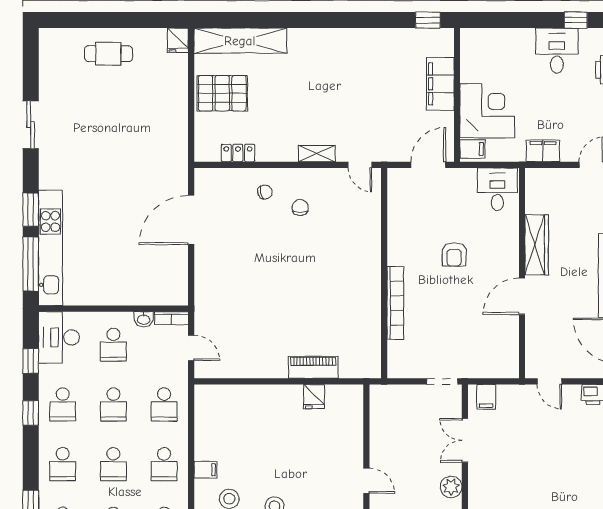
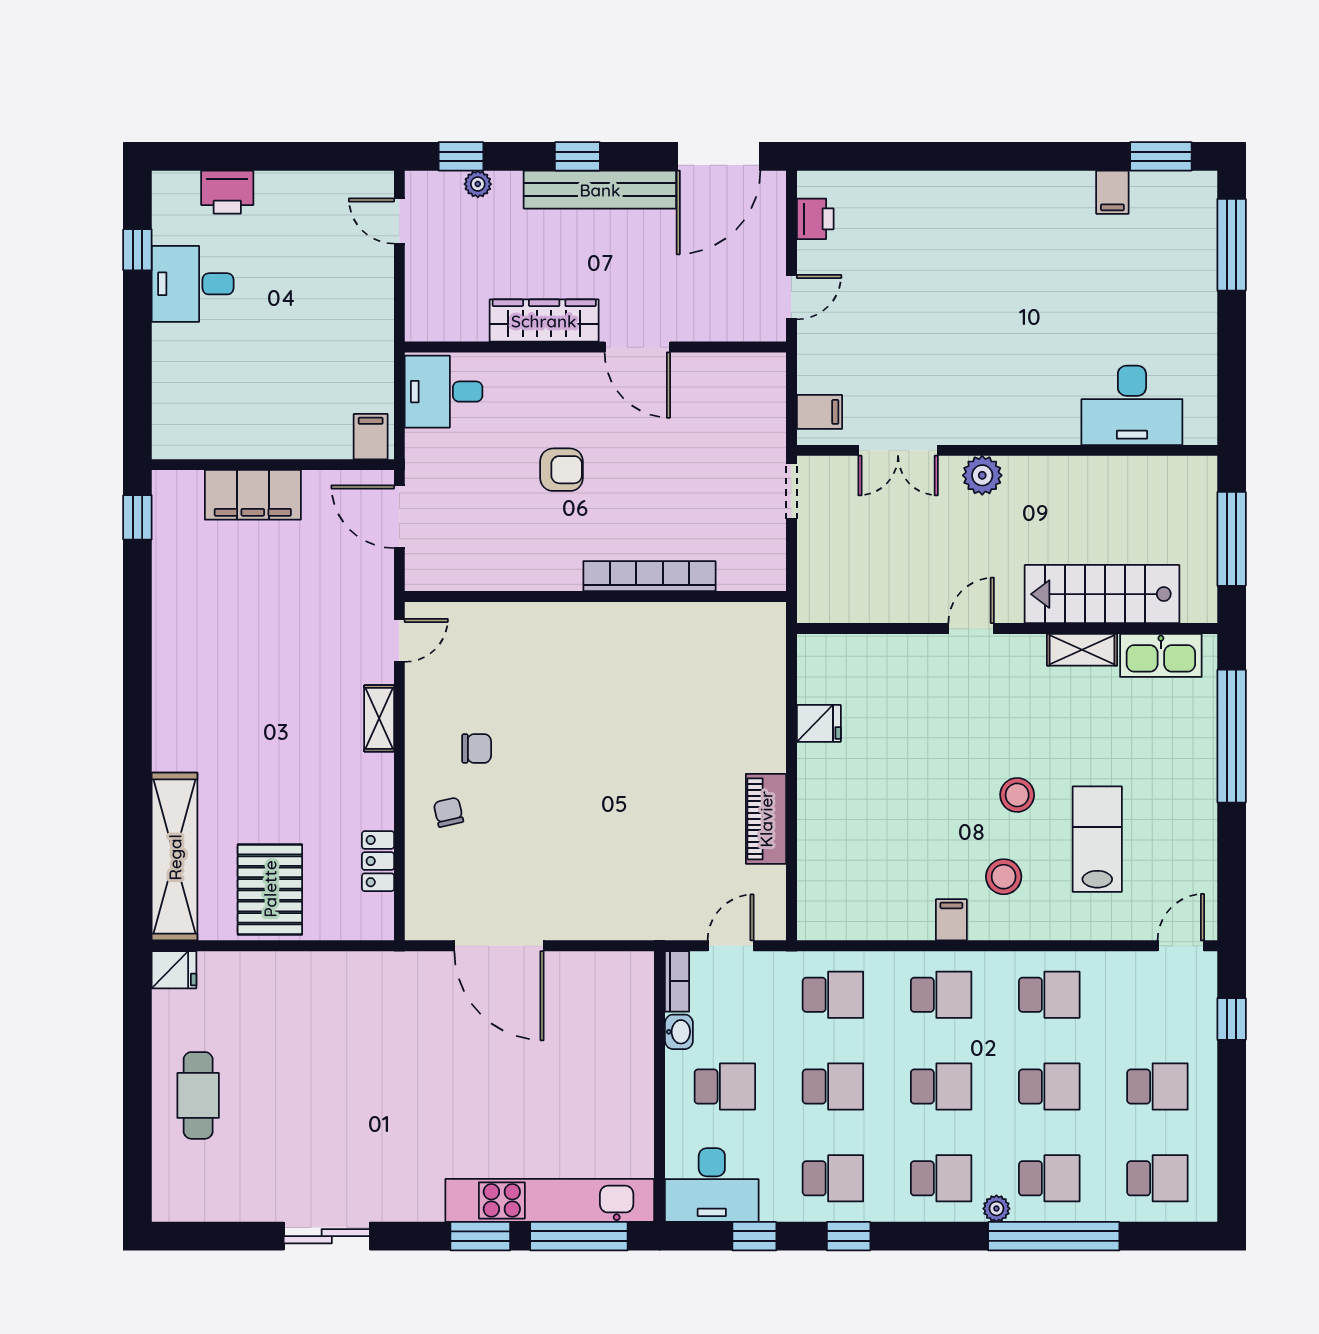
corner desk: (487, 111) -> (301, 410), removed
filing cabinet: (543, 151) -> (374, 309), removed
chair: (300, 207) -> (477, 748), turned 180
piano: (313, 367) -> (766, 819), moved
plant: (46, 495) -> (996, 1209), added

